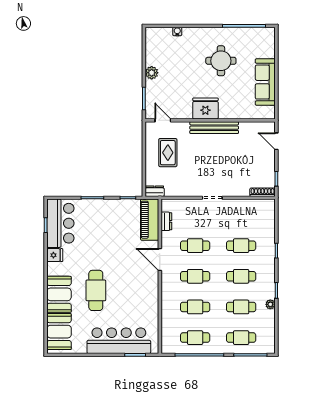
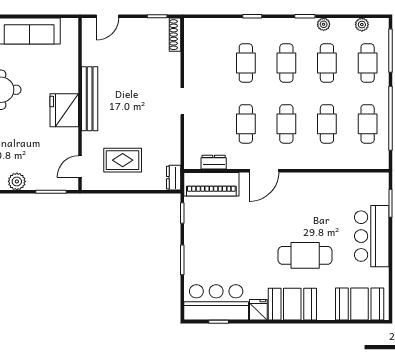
booth: (59, 294) -> (292, 304), moved
plant: (270, 333) -> (362, 25), added
bar counter: (119, 341) -> (372, 236), width x0.73

